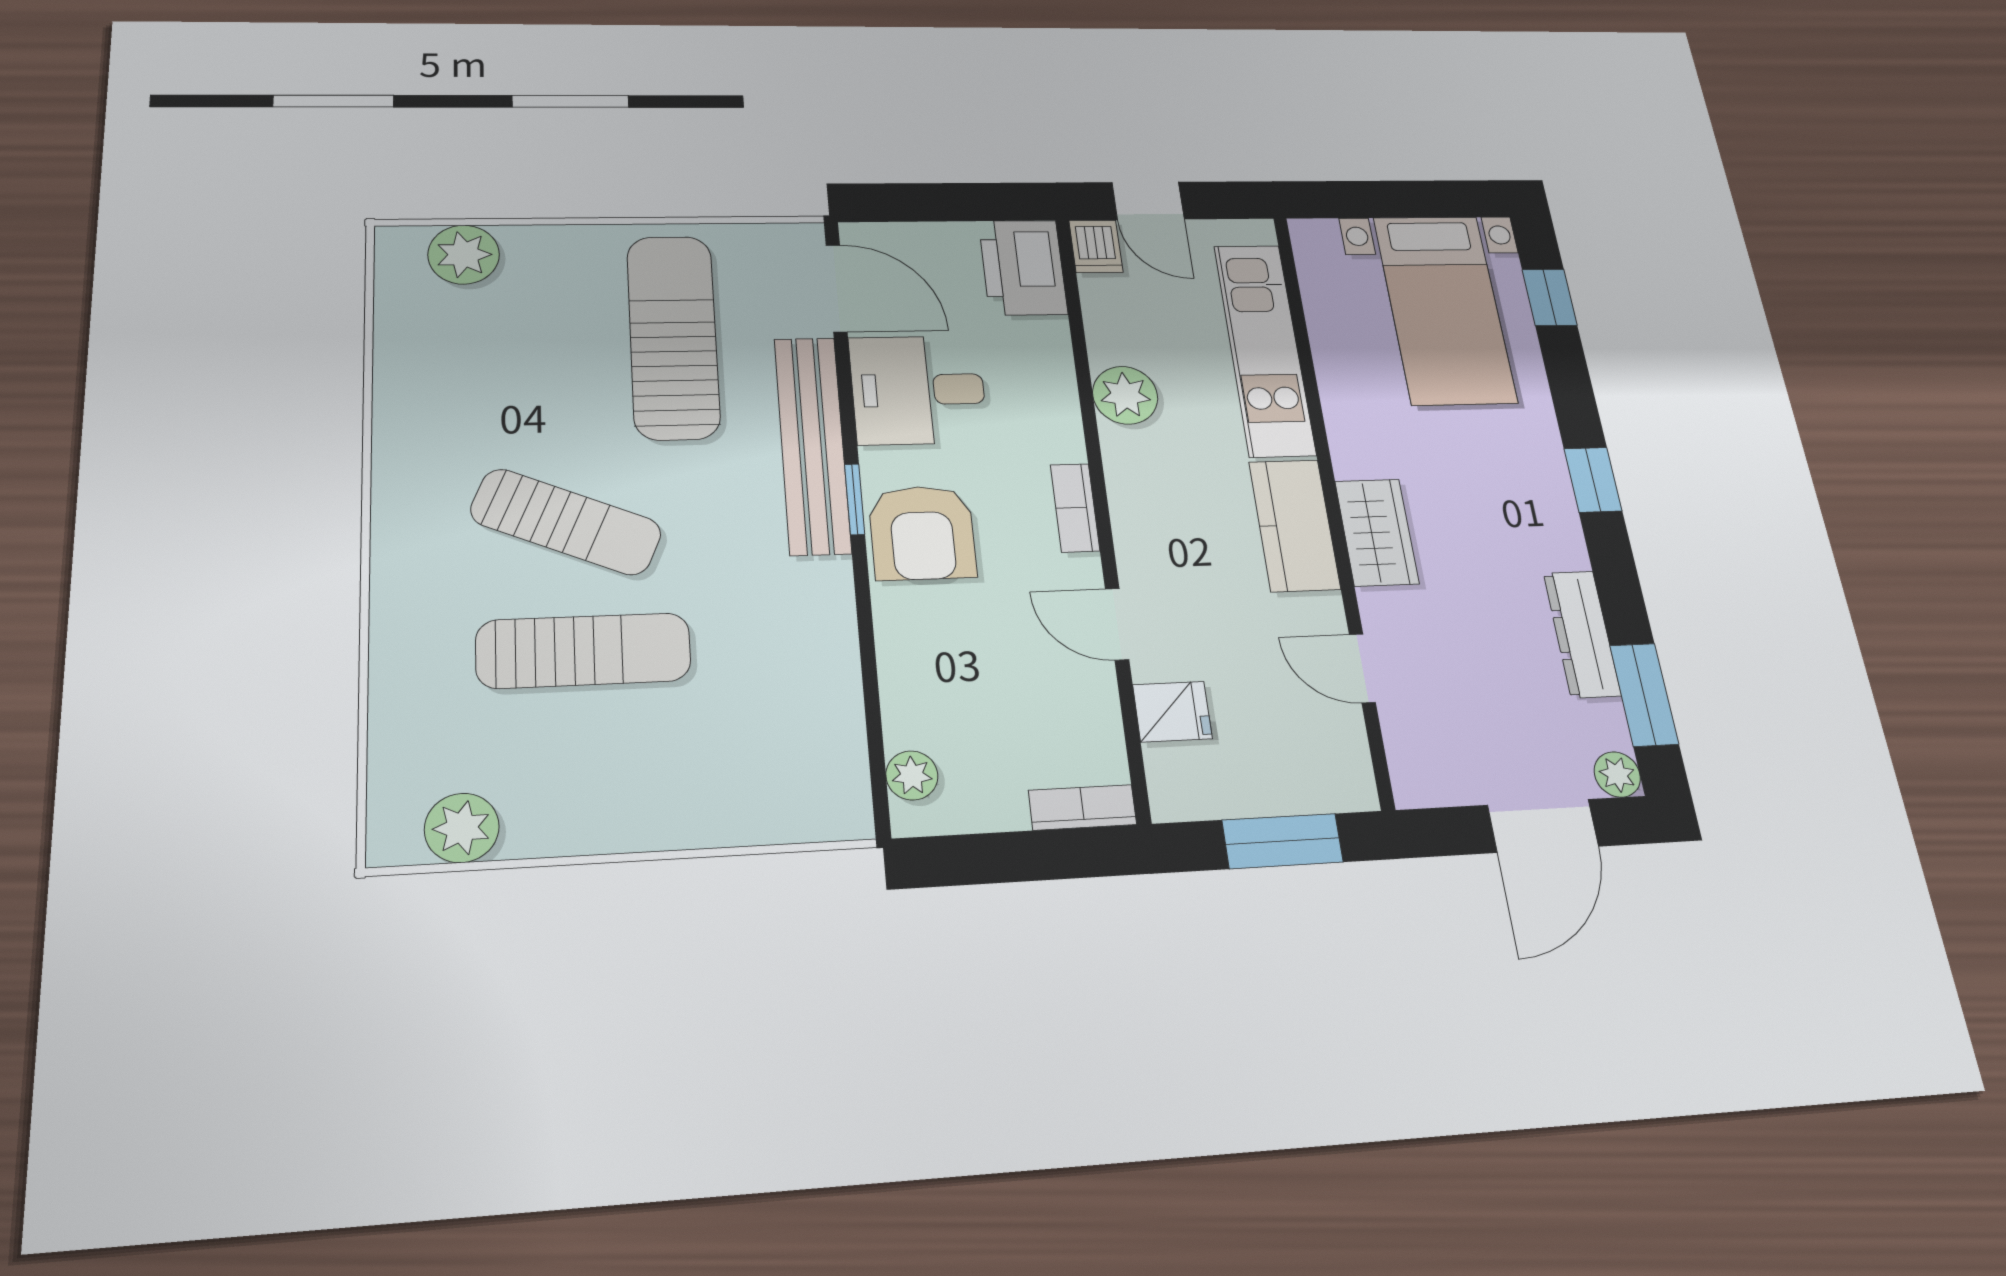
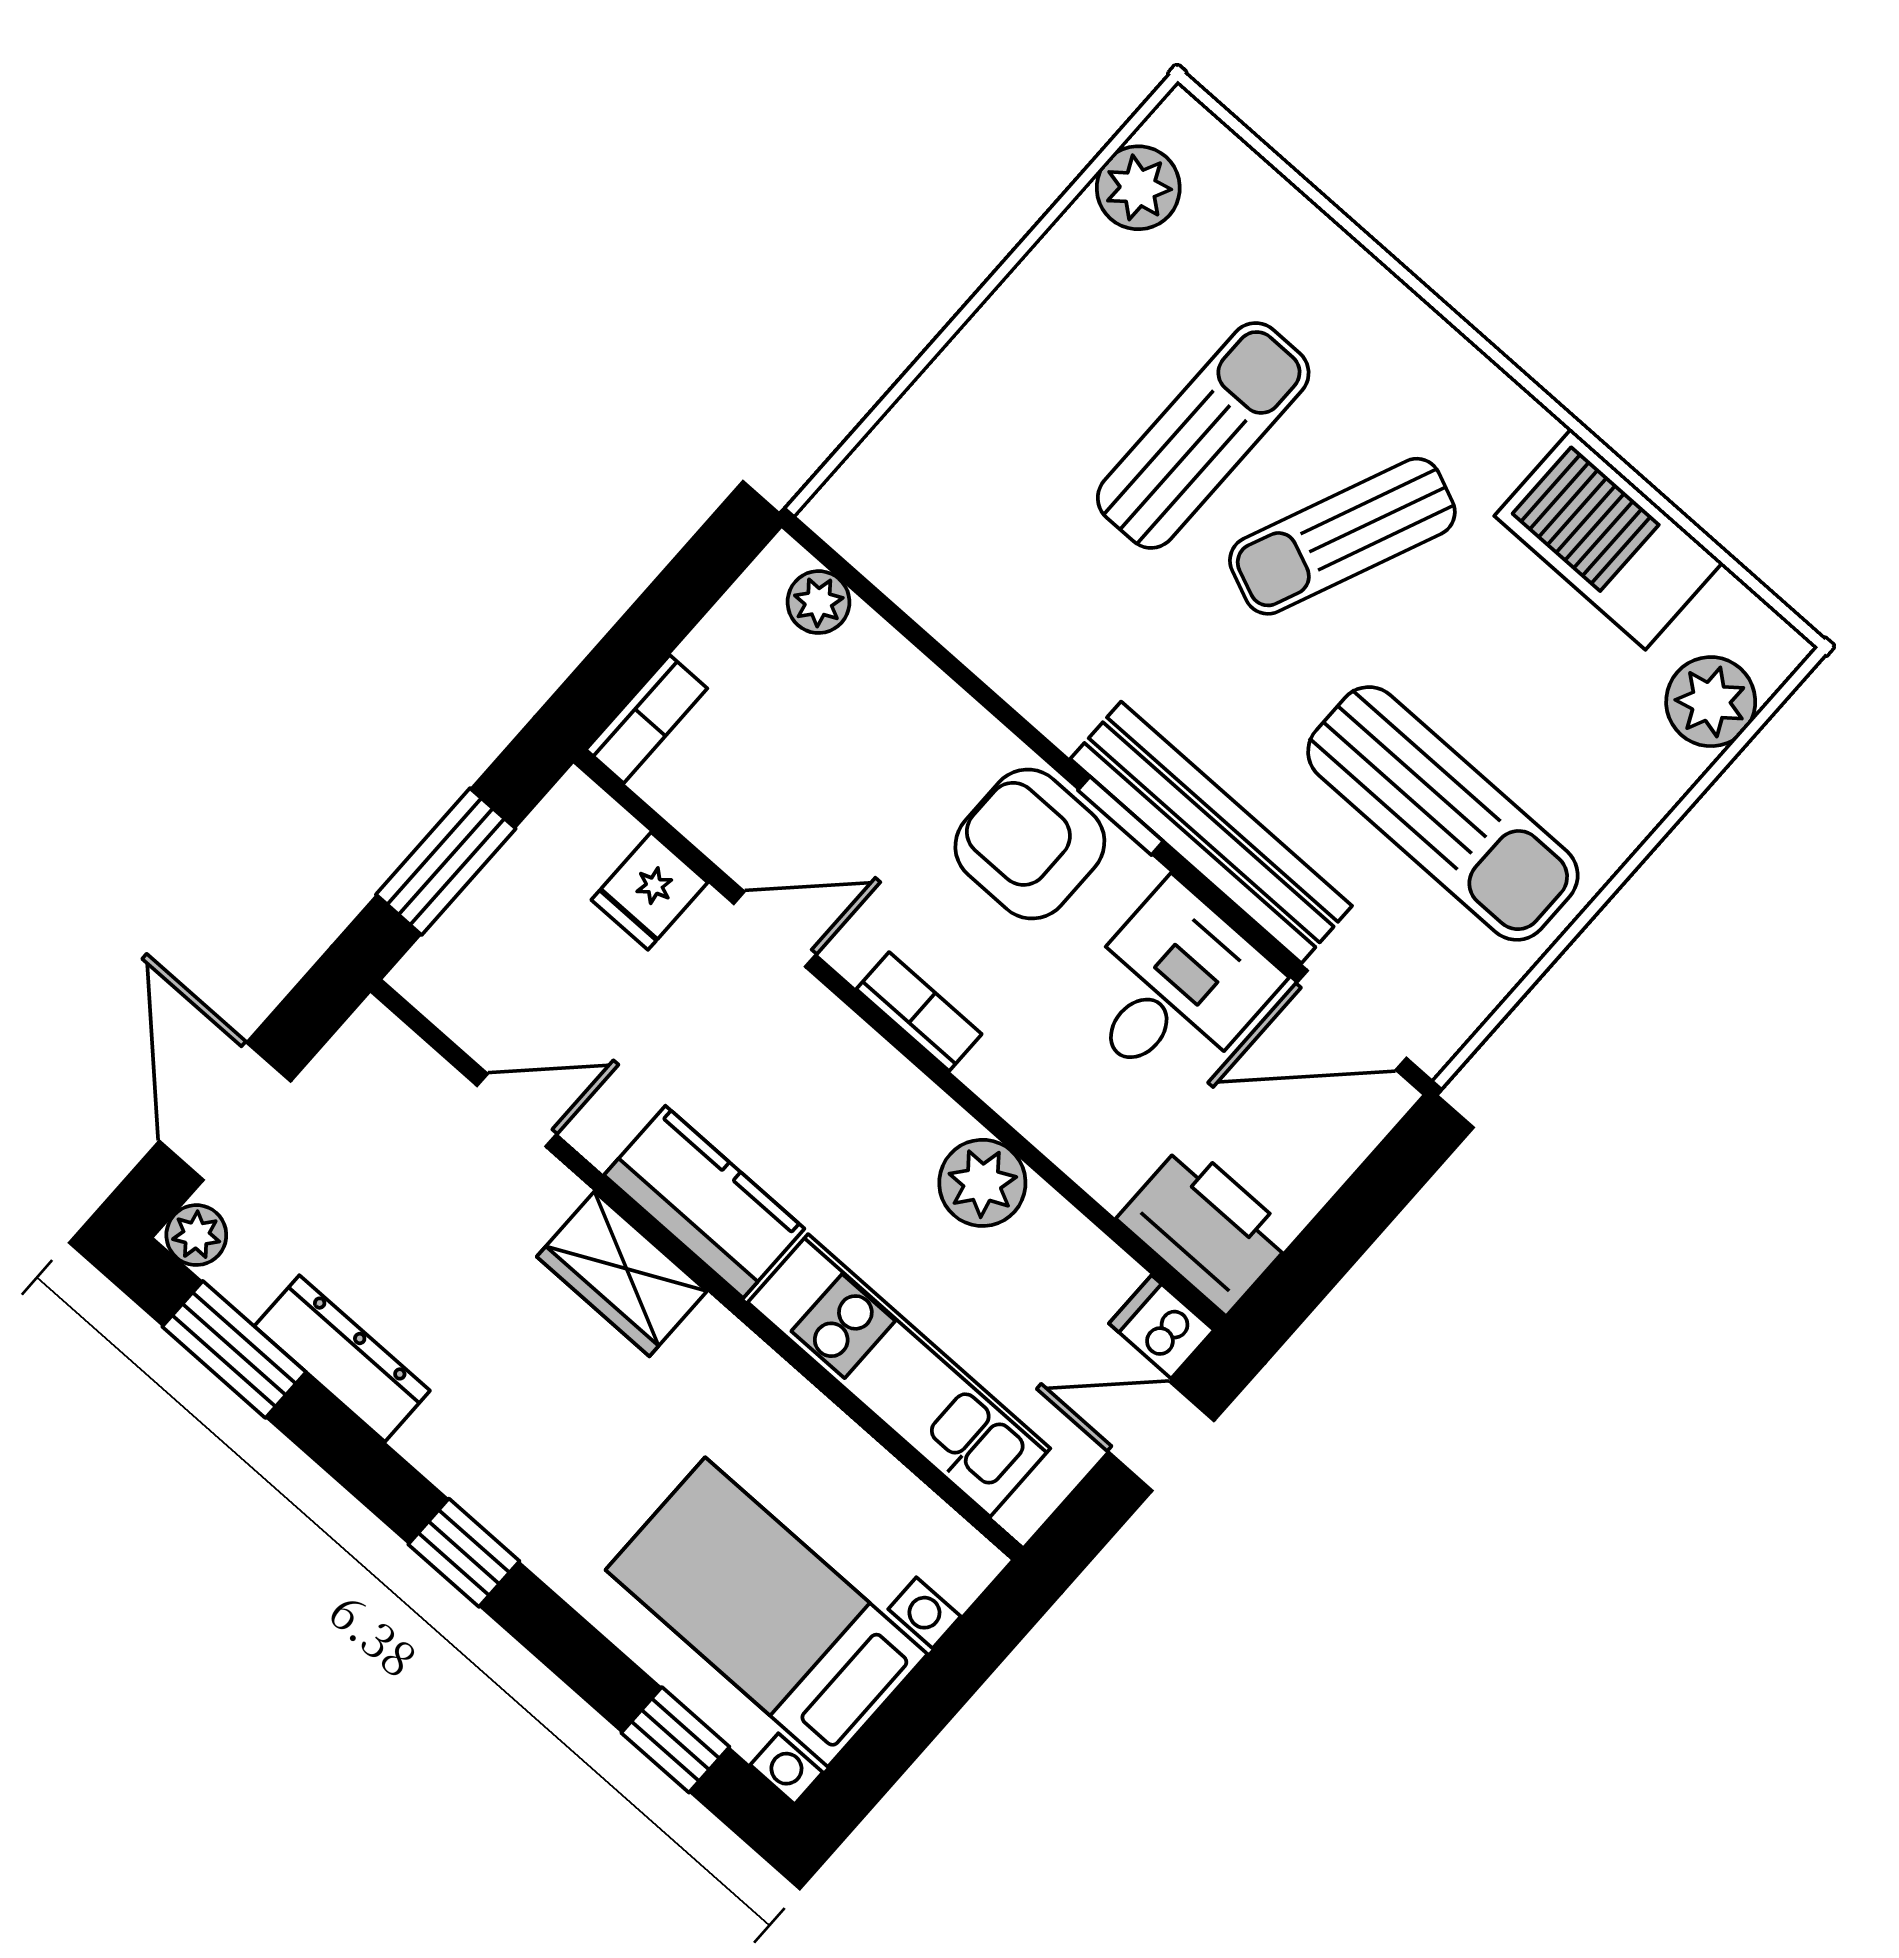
barbecue: (420, 381) -> (1608, 539), added
sun lounger: (584, 651) -> (1203, 435), turned 180

